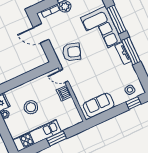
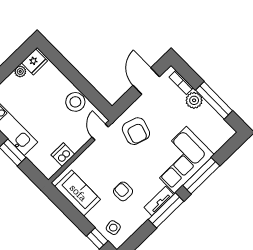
armchair: (108, 75) -> (123, 191), added
dishwasher: (64, 93) -> (63, 155), moved
stool: (31, 107) -> (75, 102), moved

